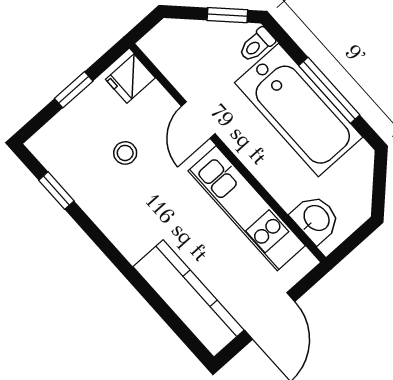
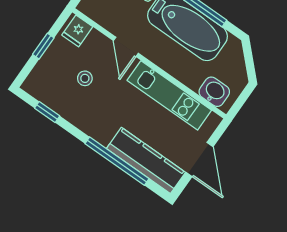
window: (145, 289) -> (117, 161), added

